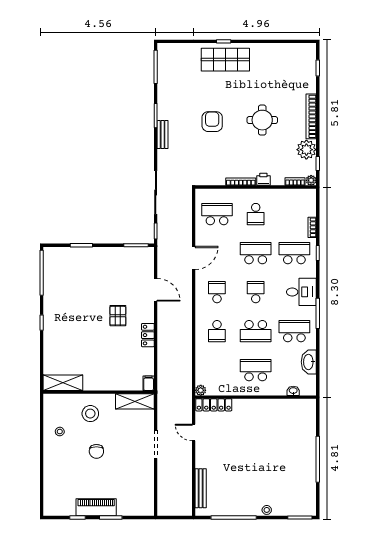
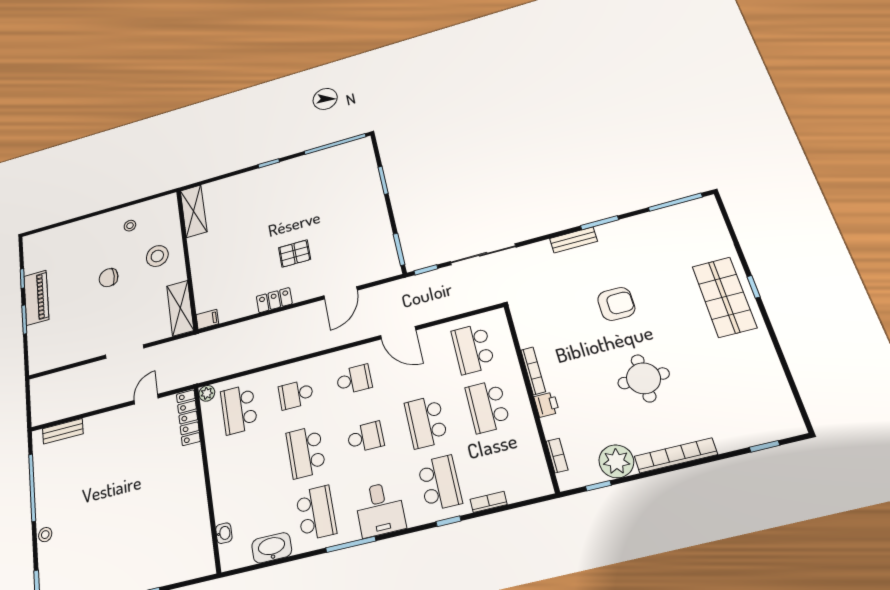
plant: (311, 180) -> (566, 481), removed
school desk: (217, 214) -> (473, 349), turned 180
school desk: (256, 214) -> (488, 406), width x1.85
school desk: (256, 253) -> (426, 422), turned 180
school desk: (256, 370) -> (239, 409), moved, turned 180
bench: (201, 488) -> (63, 431), width x0.73

